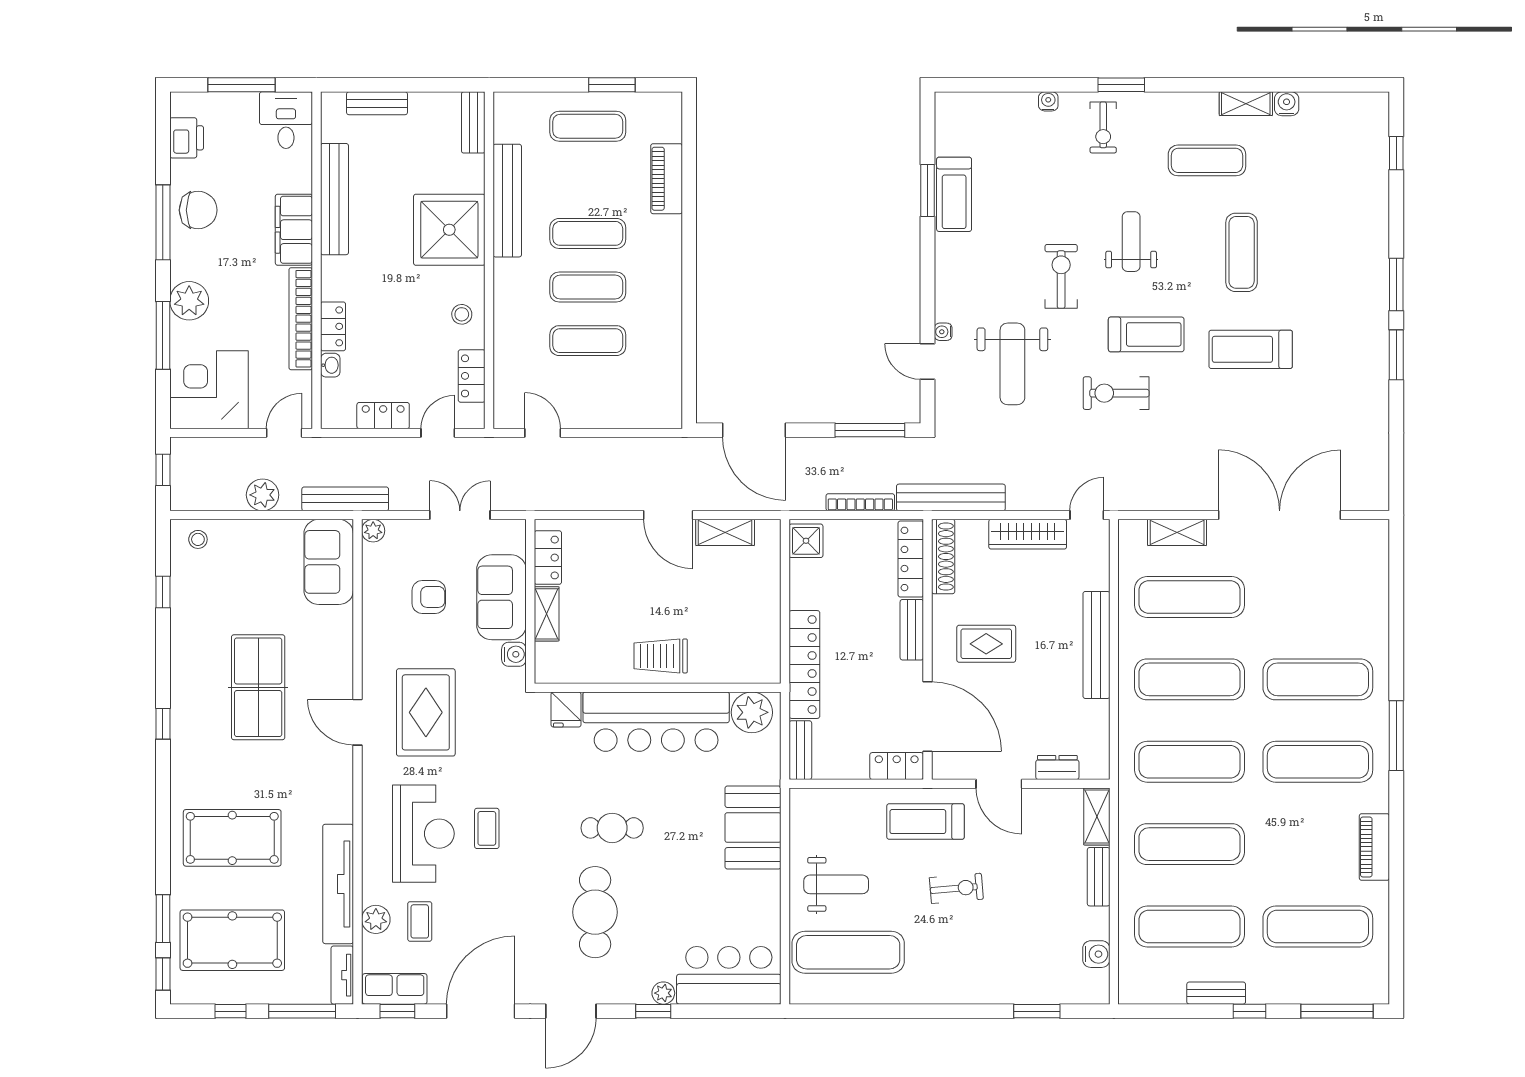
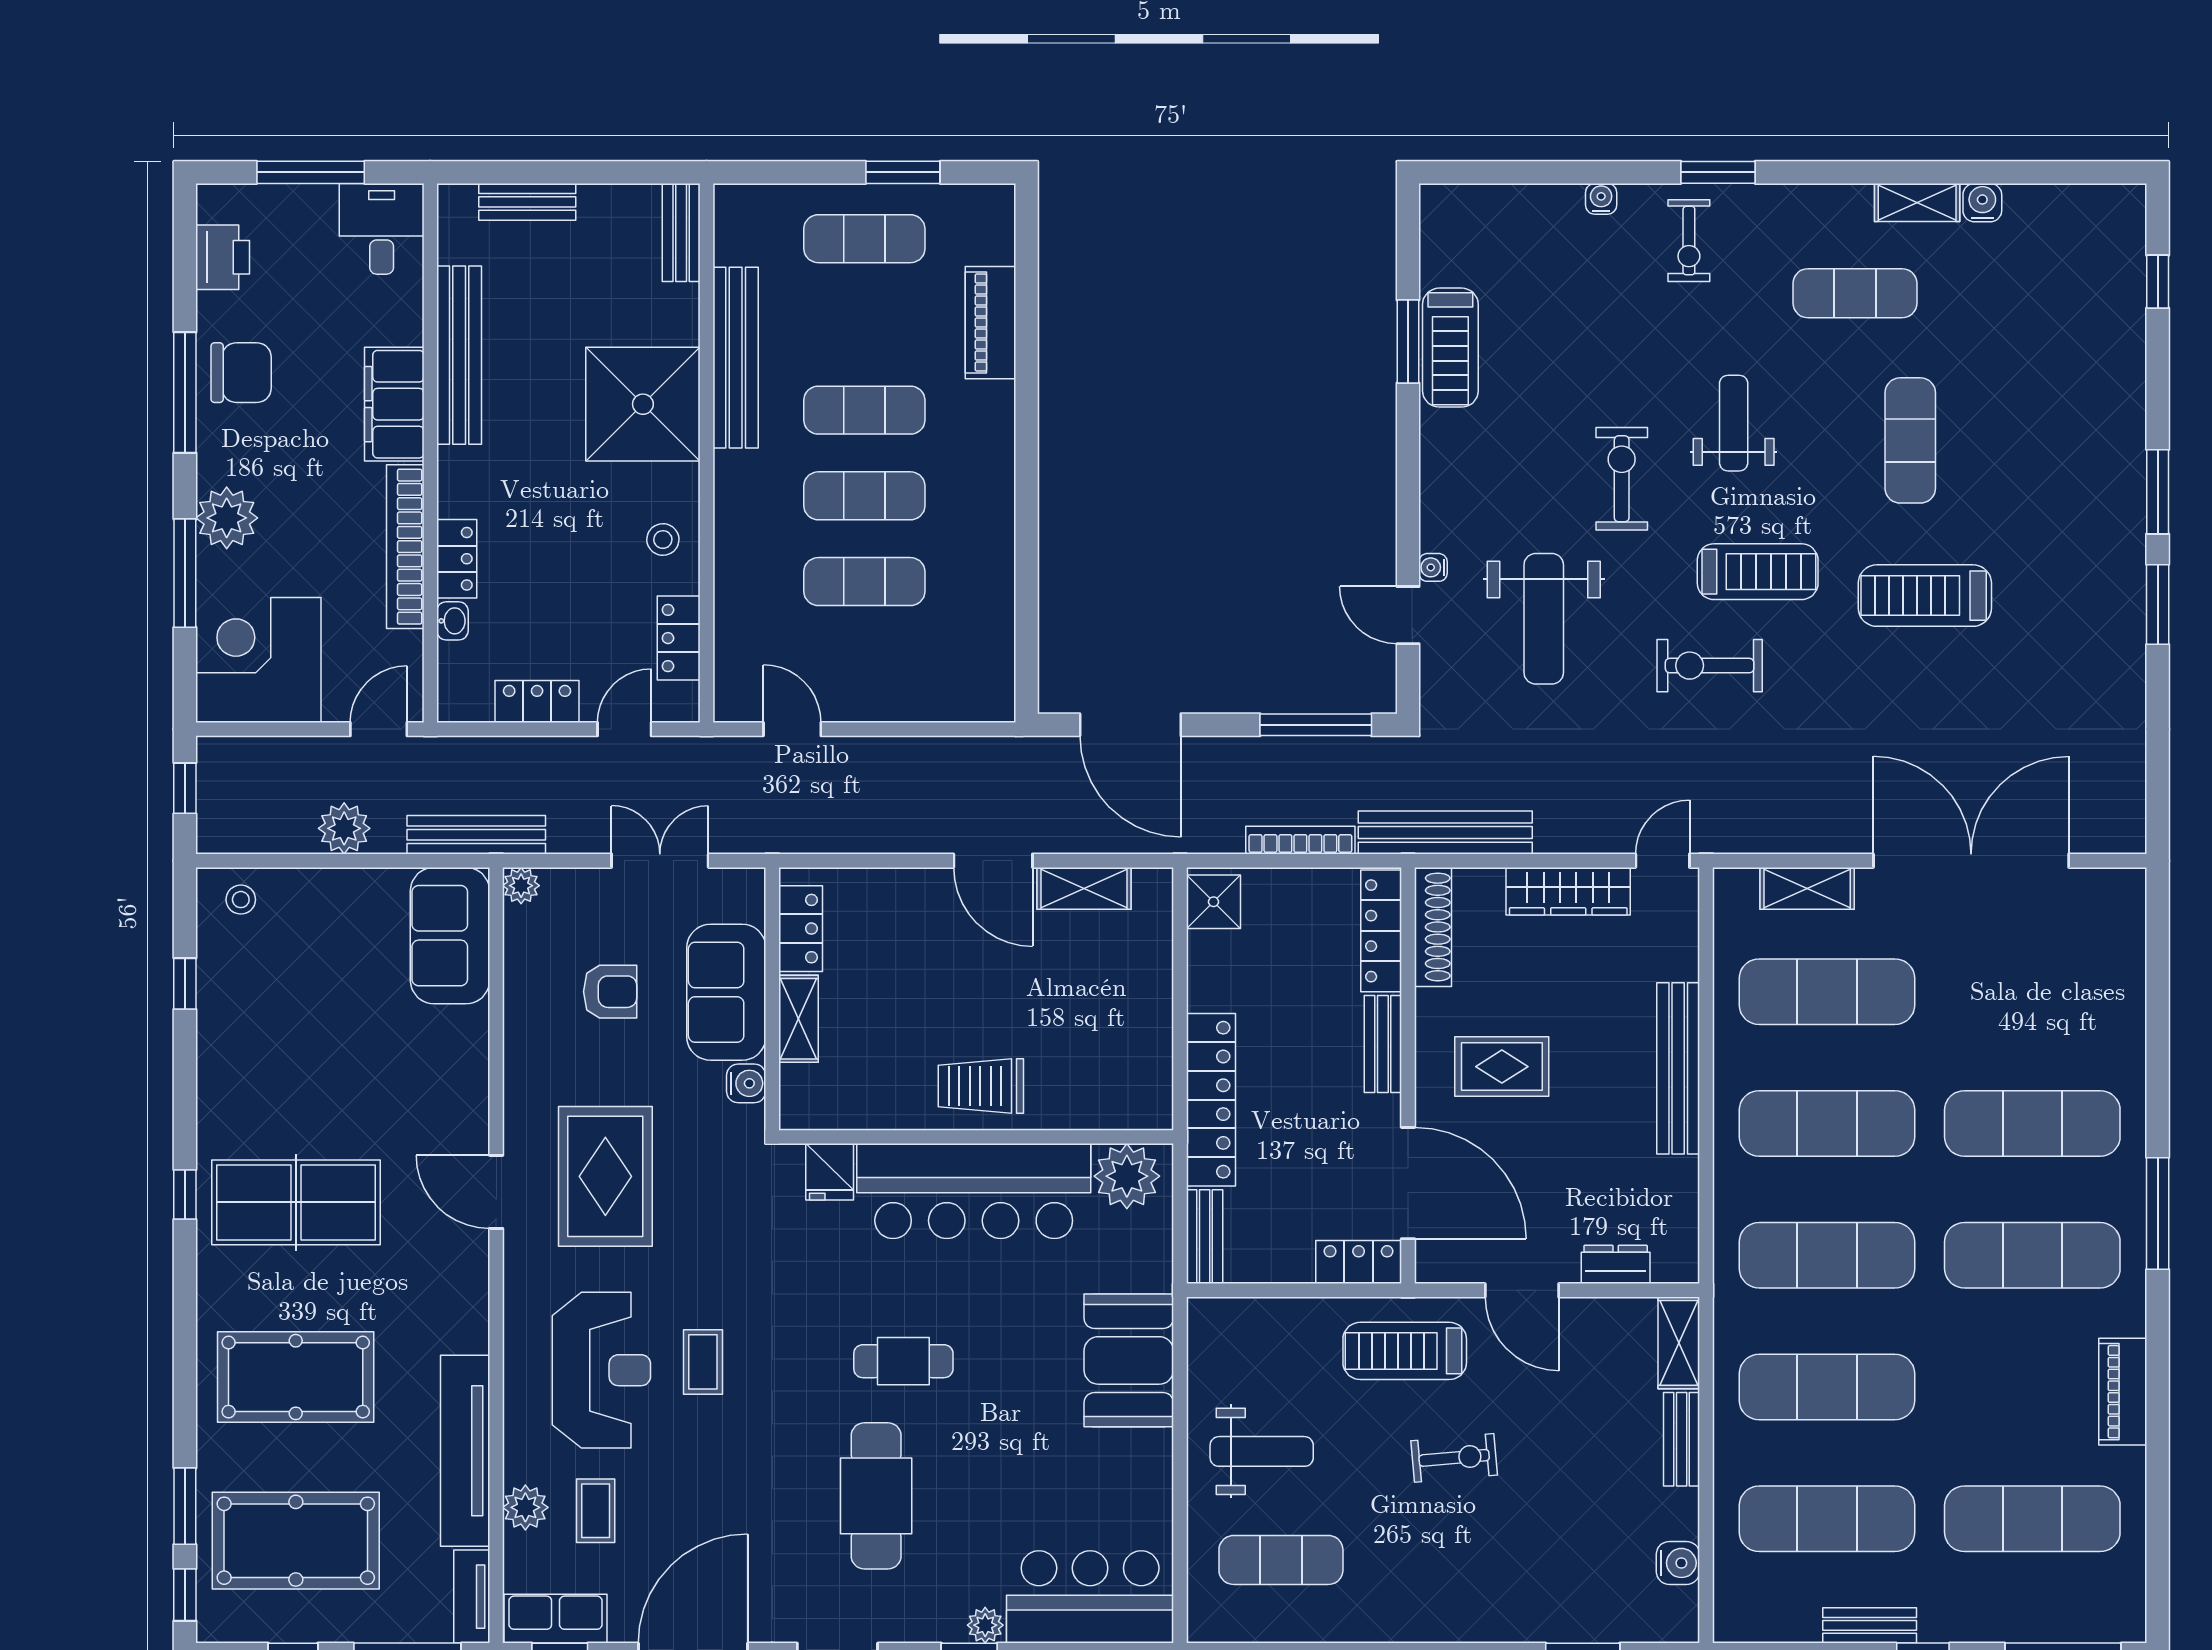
table tennis table: (258, 687) -> (296, 1202), moved, turned 90
exercise mat: (848, 952) -> (1281, 1560), width x0.73, depth x0.69

